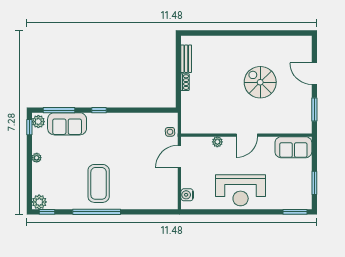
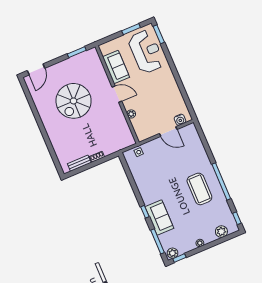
door: (314, 74) -> (36, 69), moved
spiral stairs: (260, 82) -> (74, 101), width x1.37, depth x1.37
sofa: (67, 124) -> (159, 217), moved
sofa: (293, 147) -> (116, 67), moved
door: (179, 157) -> (168, 131), moved
coffee table: (99, 183) -> (199, 189), turned 90
reception desk: (241, 190) -> (146, 52), moved
plant: (39, 202) -> (221, 232), moved

